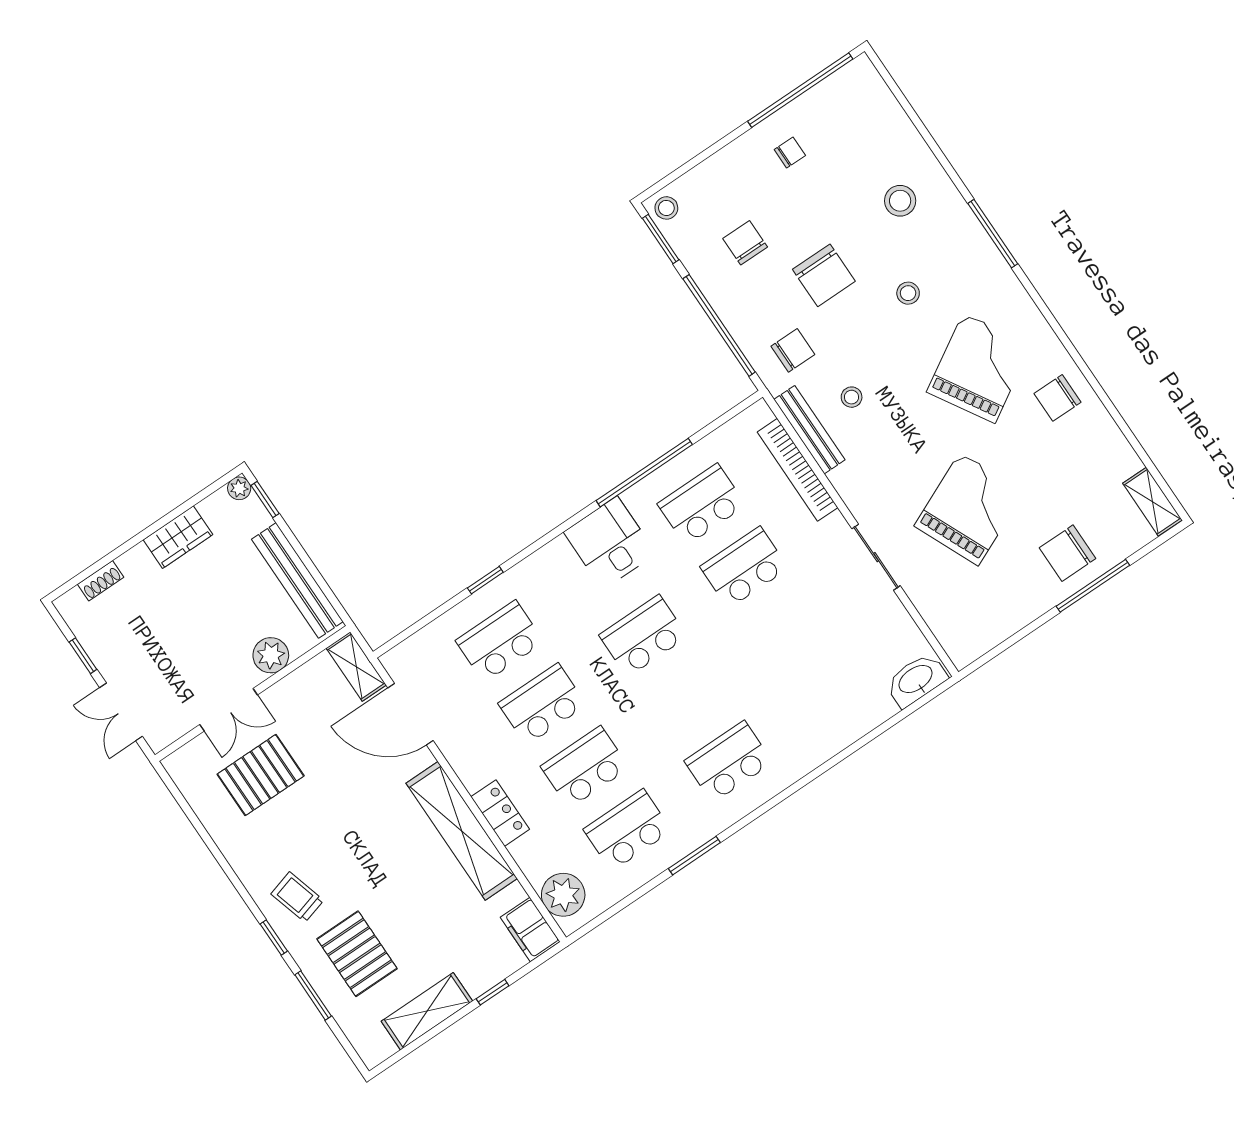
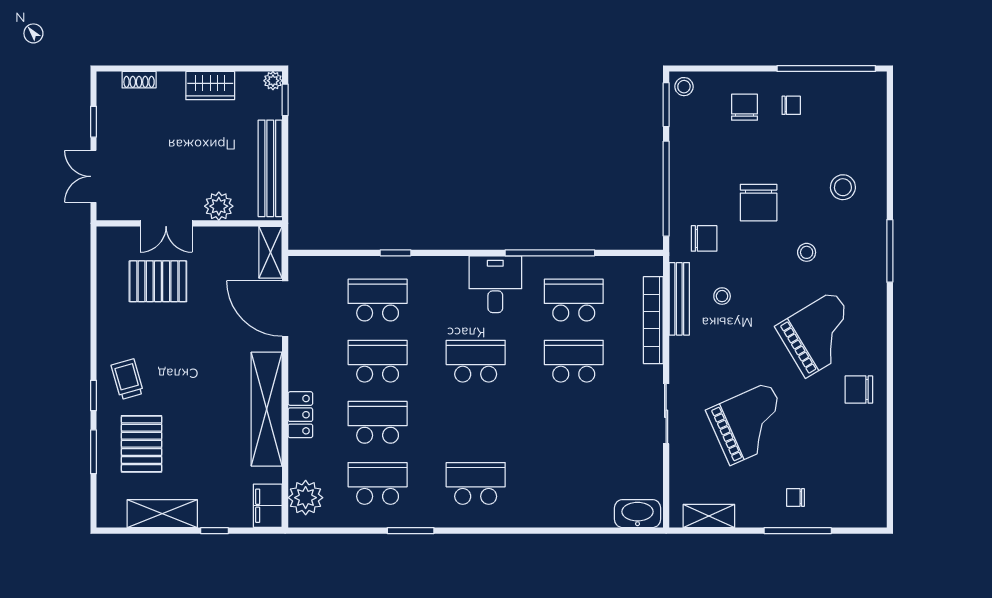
chair: (745, 243) -> (745, 107), moved
shelving: (1152, 502) -> (709, 516), moved, turned 90
chair: (1068, 553) -> (796, 497), width x0.54, depth x0.54

